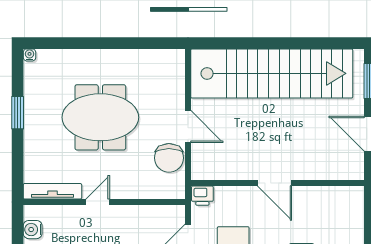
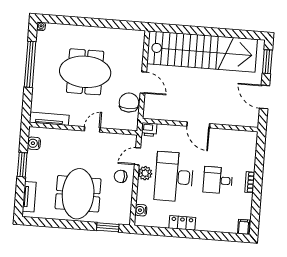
window: (18, 113) -> (30, 64), width x2.11
chair: (169, 158) -> (129, 103), turned 180
door: (98, 202) -> (92, 129), moved

